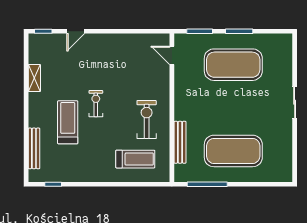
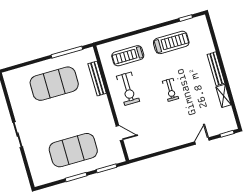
door: (172, 55) -> (119, 133), moved
treadmill: (68, 122) -> (171, 42), moved, turned -90
bench: (34, 148) -> (216, 69), moved

